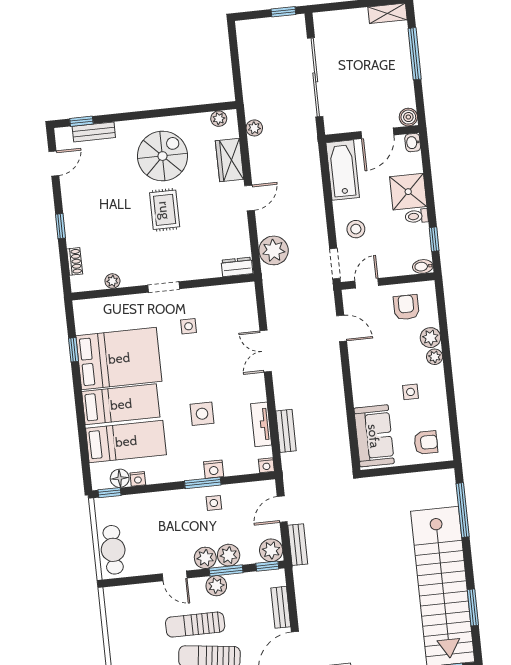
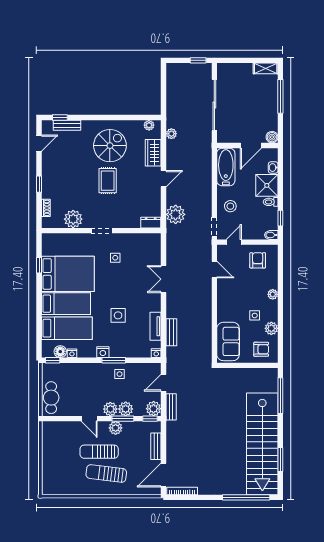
washbasin: (413, 143) -> (273, 168), moved
plant: (112, 281) -> (73, 219), width x1.88, depth x1.88
plant: (430, 338) -> (271, 328), moved
nightstand: (214, 469) -> (103, 352), moved

